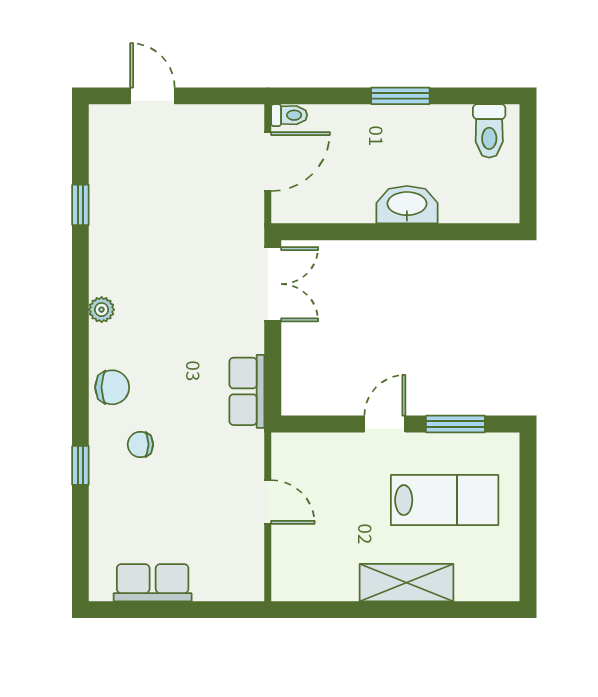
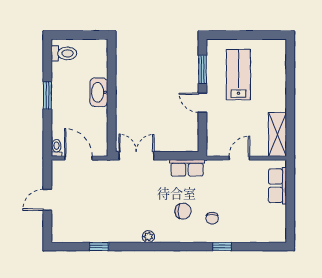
door: (152, 96) -> (47, 200), moved
chair: (112, 387) -> (183, 211), moved, turned 90
row of seats: (153, 583) -> (277, 186), moved
shelving: (406, 583) -> (277, 134), moved

